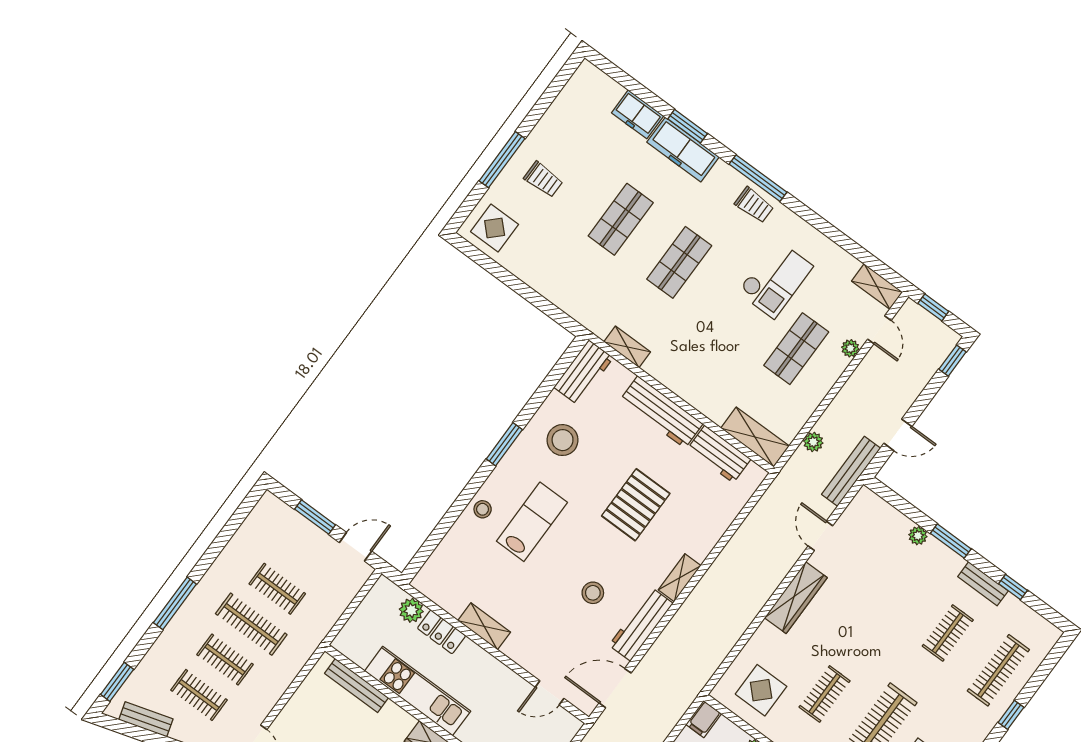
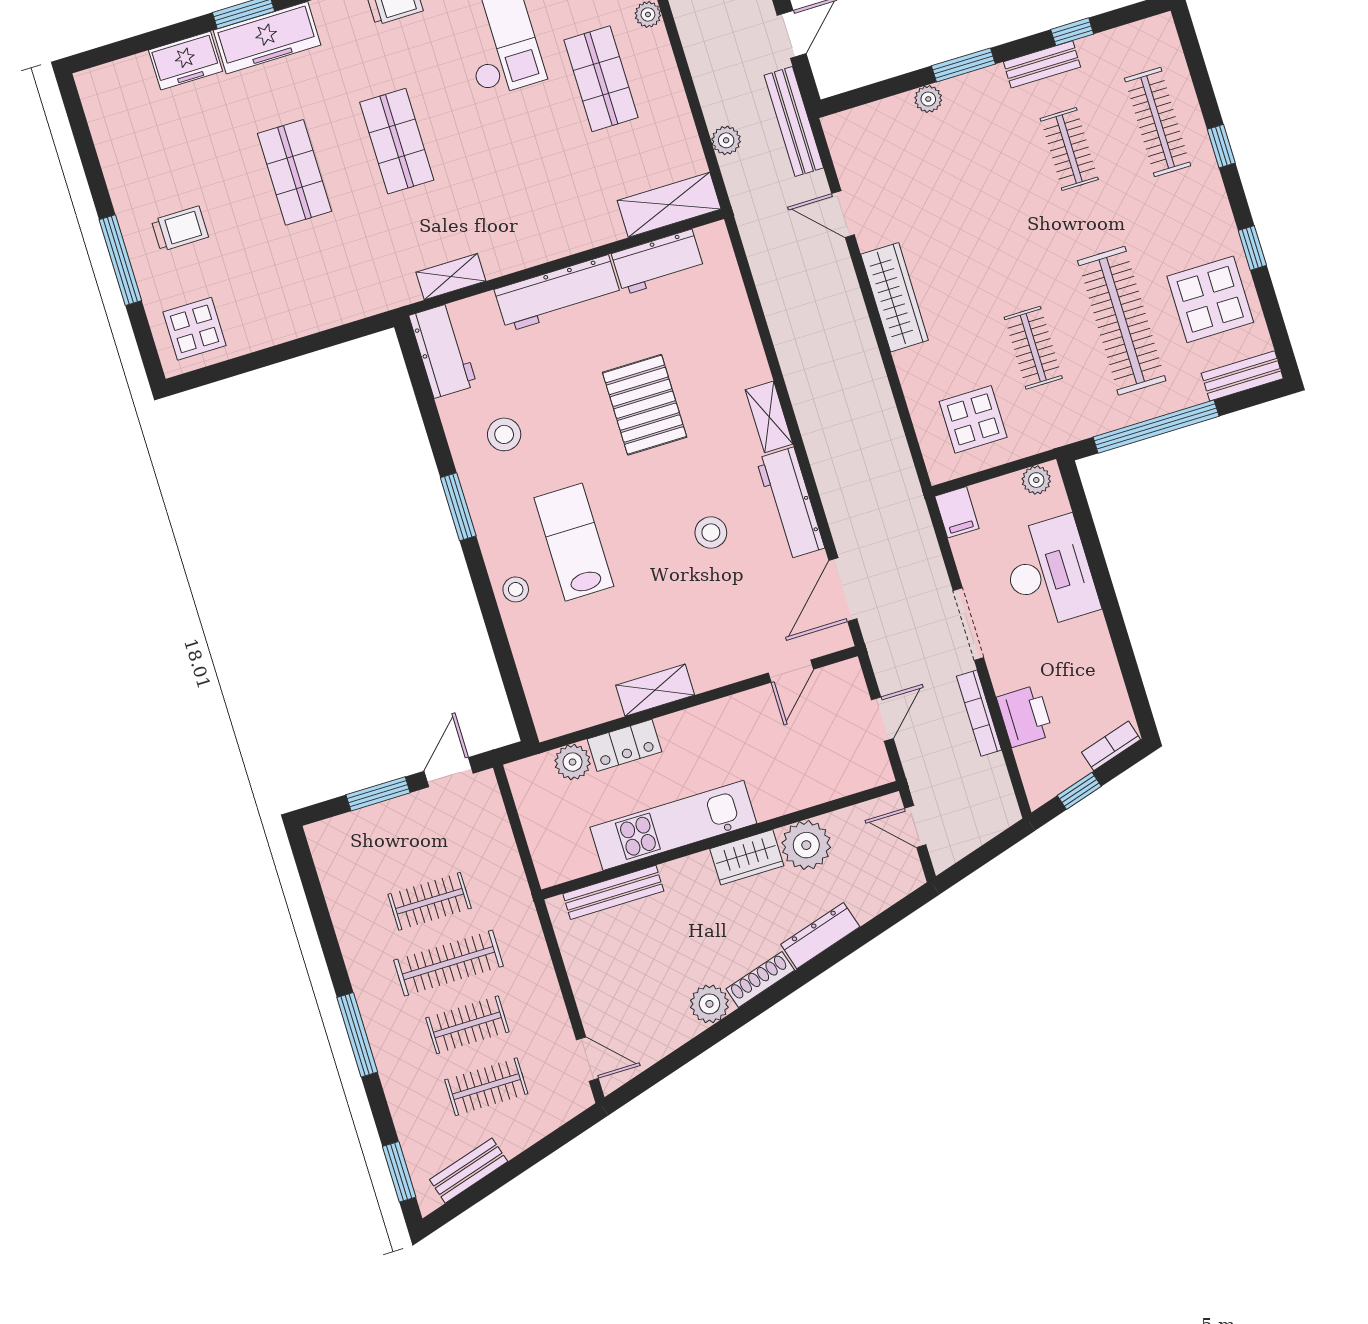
stool: (563, 440) -> (504, 434), width x0.73, depth x0.73

